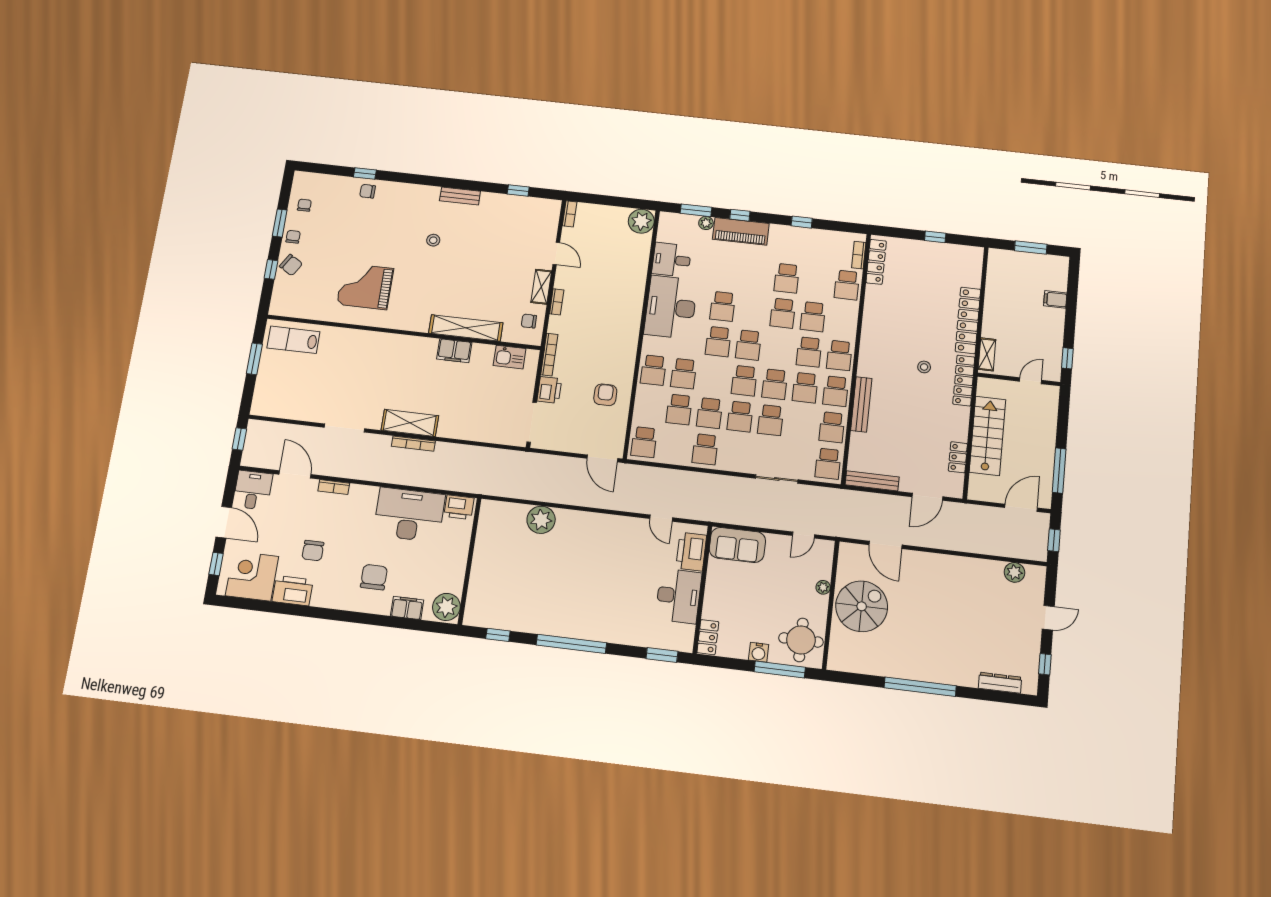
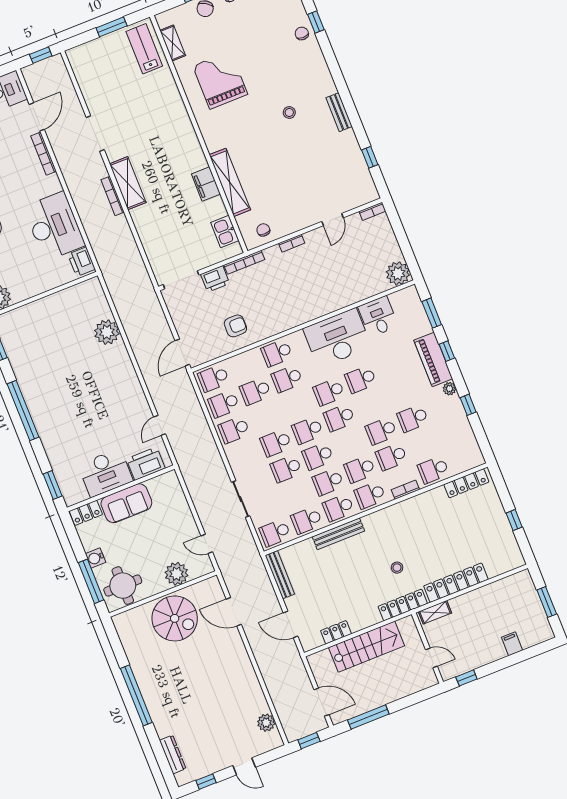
plant: (706, 223) -> (449, 389), moved
bookcase: (859, 255) -> (405, 490), moved
shelving: (541, 287) -> (173, 43), moved, turned 90
school desk: (710, 413) -> (224, 404), moved
bookcase: (334, 487) -> (44, 154), width x1.56
sofa: (737, 545) -> (126, 503), moved, turned -90
door: (885, 545) -> (234, 612), hinge flipped
plant: (823, 587) -> (177, 574), width x1.88, depth x1.88

